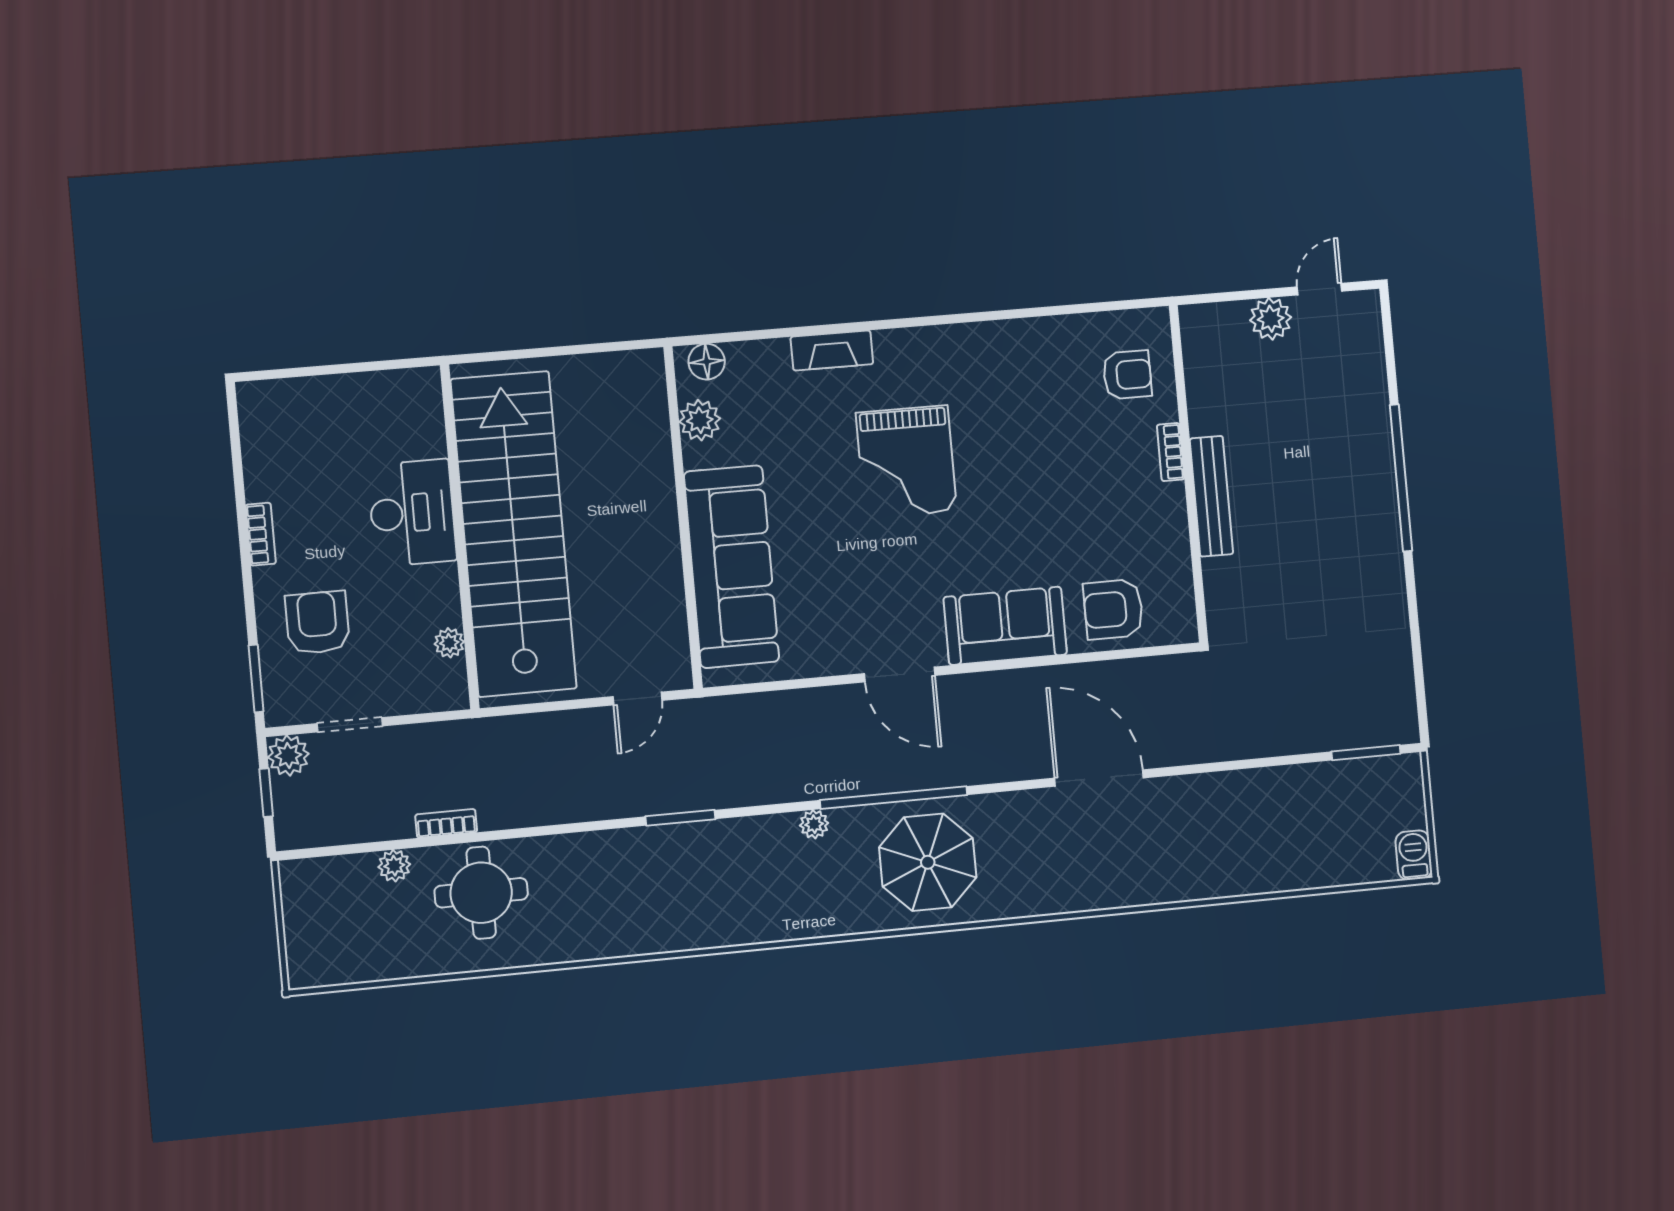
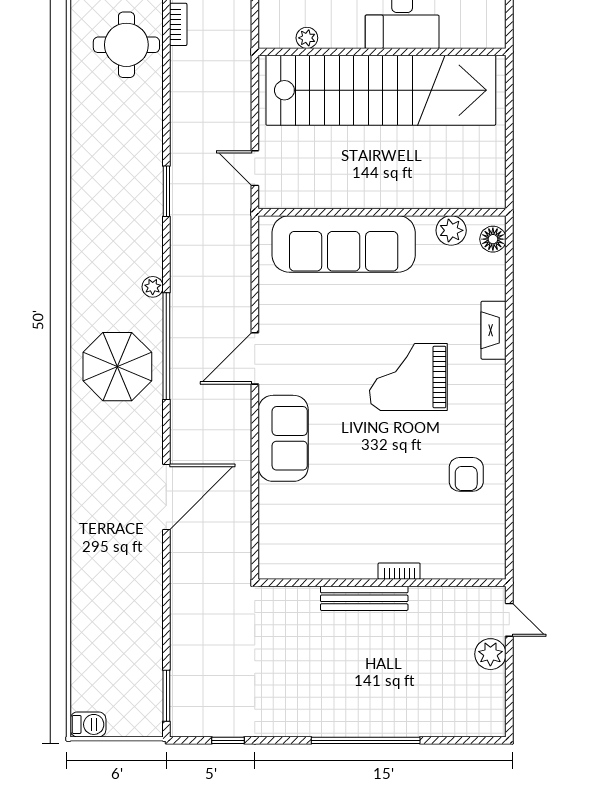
door: (1320, 289) -> (509, 620), moved
armchair: (1127, 375) -> (466, 474), moved
armchair: (1113, 609) -> (288, 519), removed
window: (1418, 664) -> (228, 740), added

